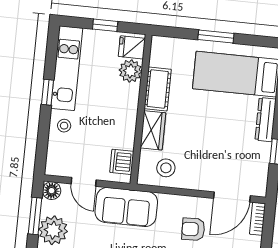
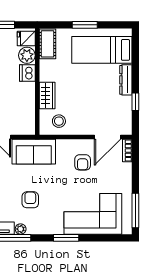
cot: (158, 89) -> (47, 44), moved
dishwasher: (122, 162) -> (27, 73), moved
armchair: (193, 229) -> (83, 162), turned -88

